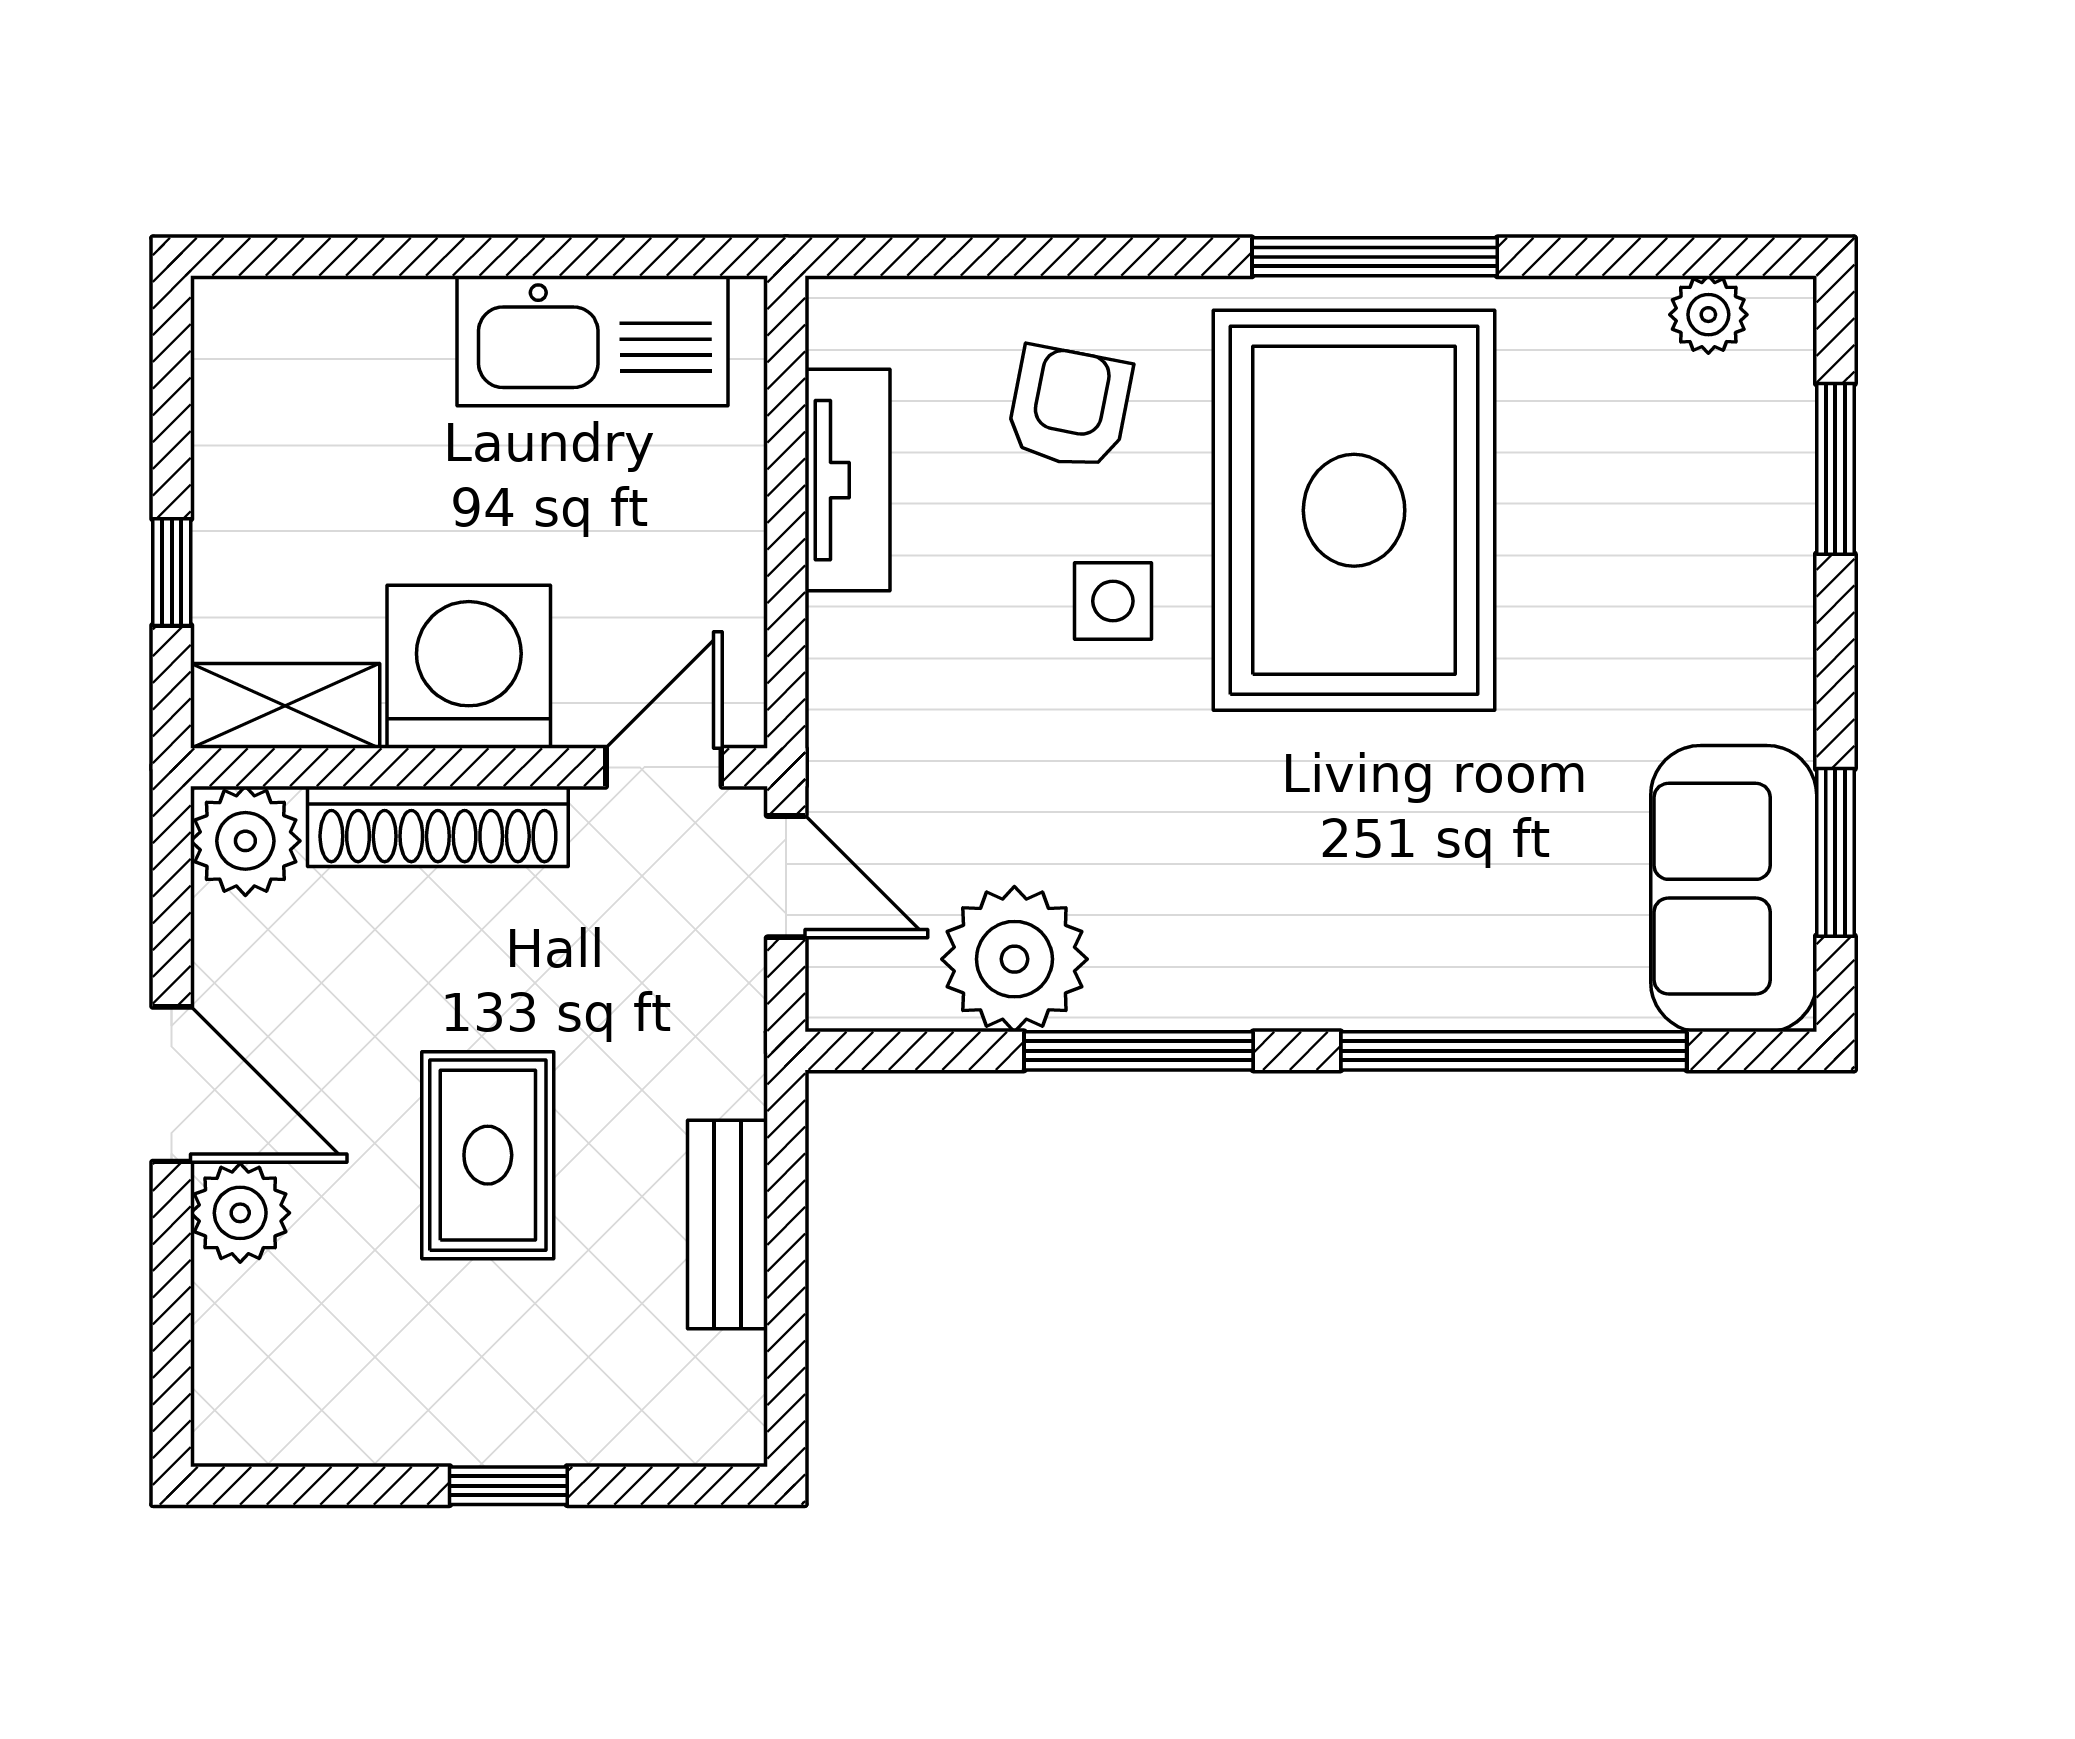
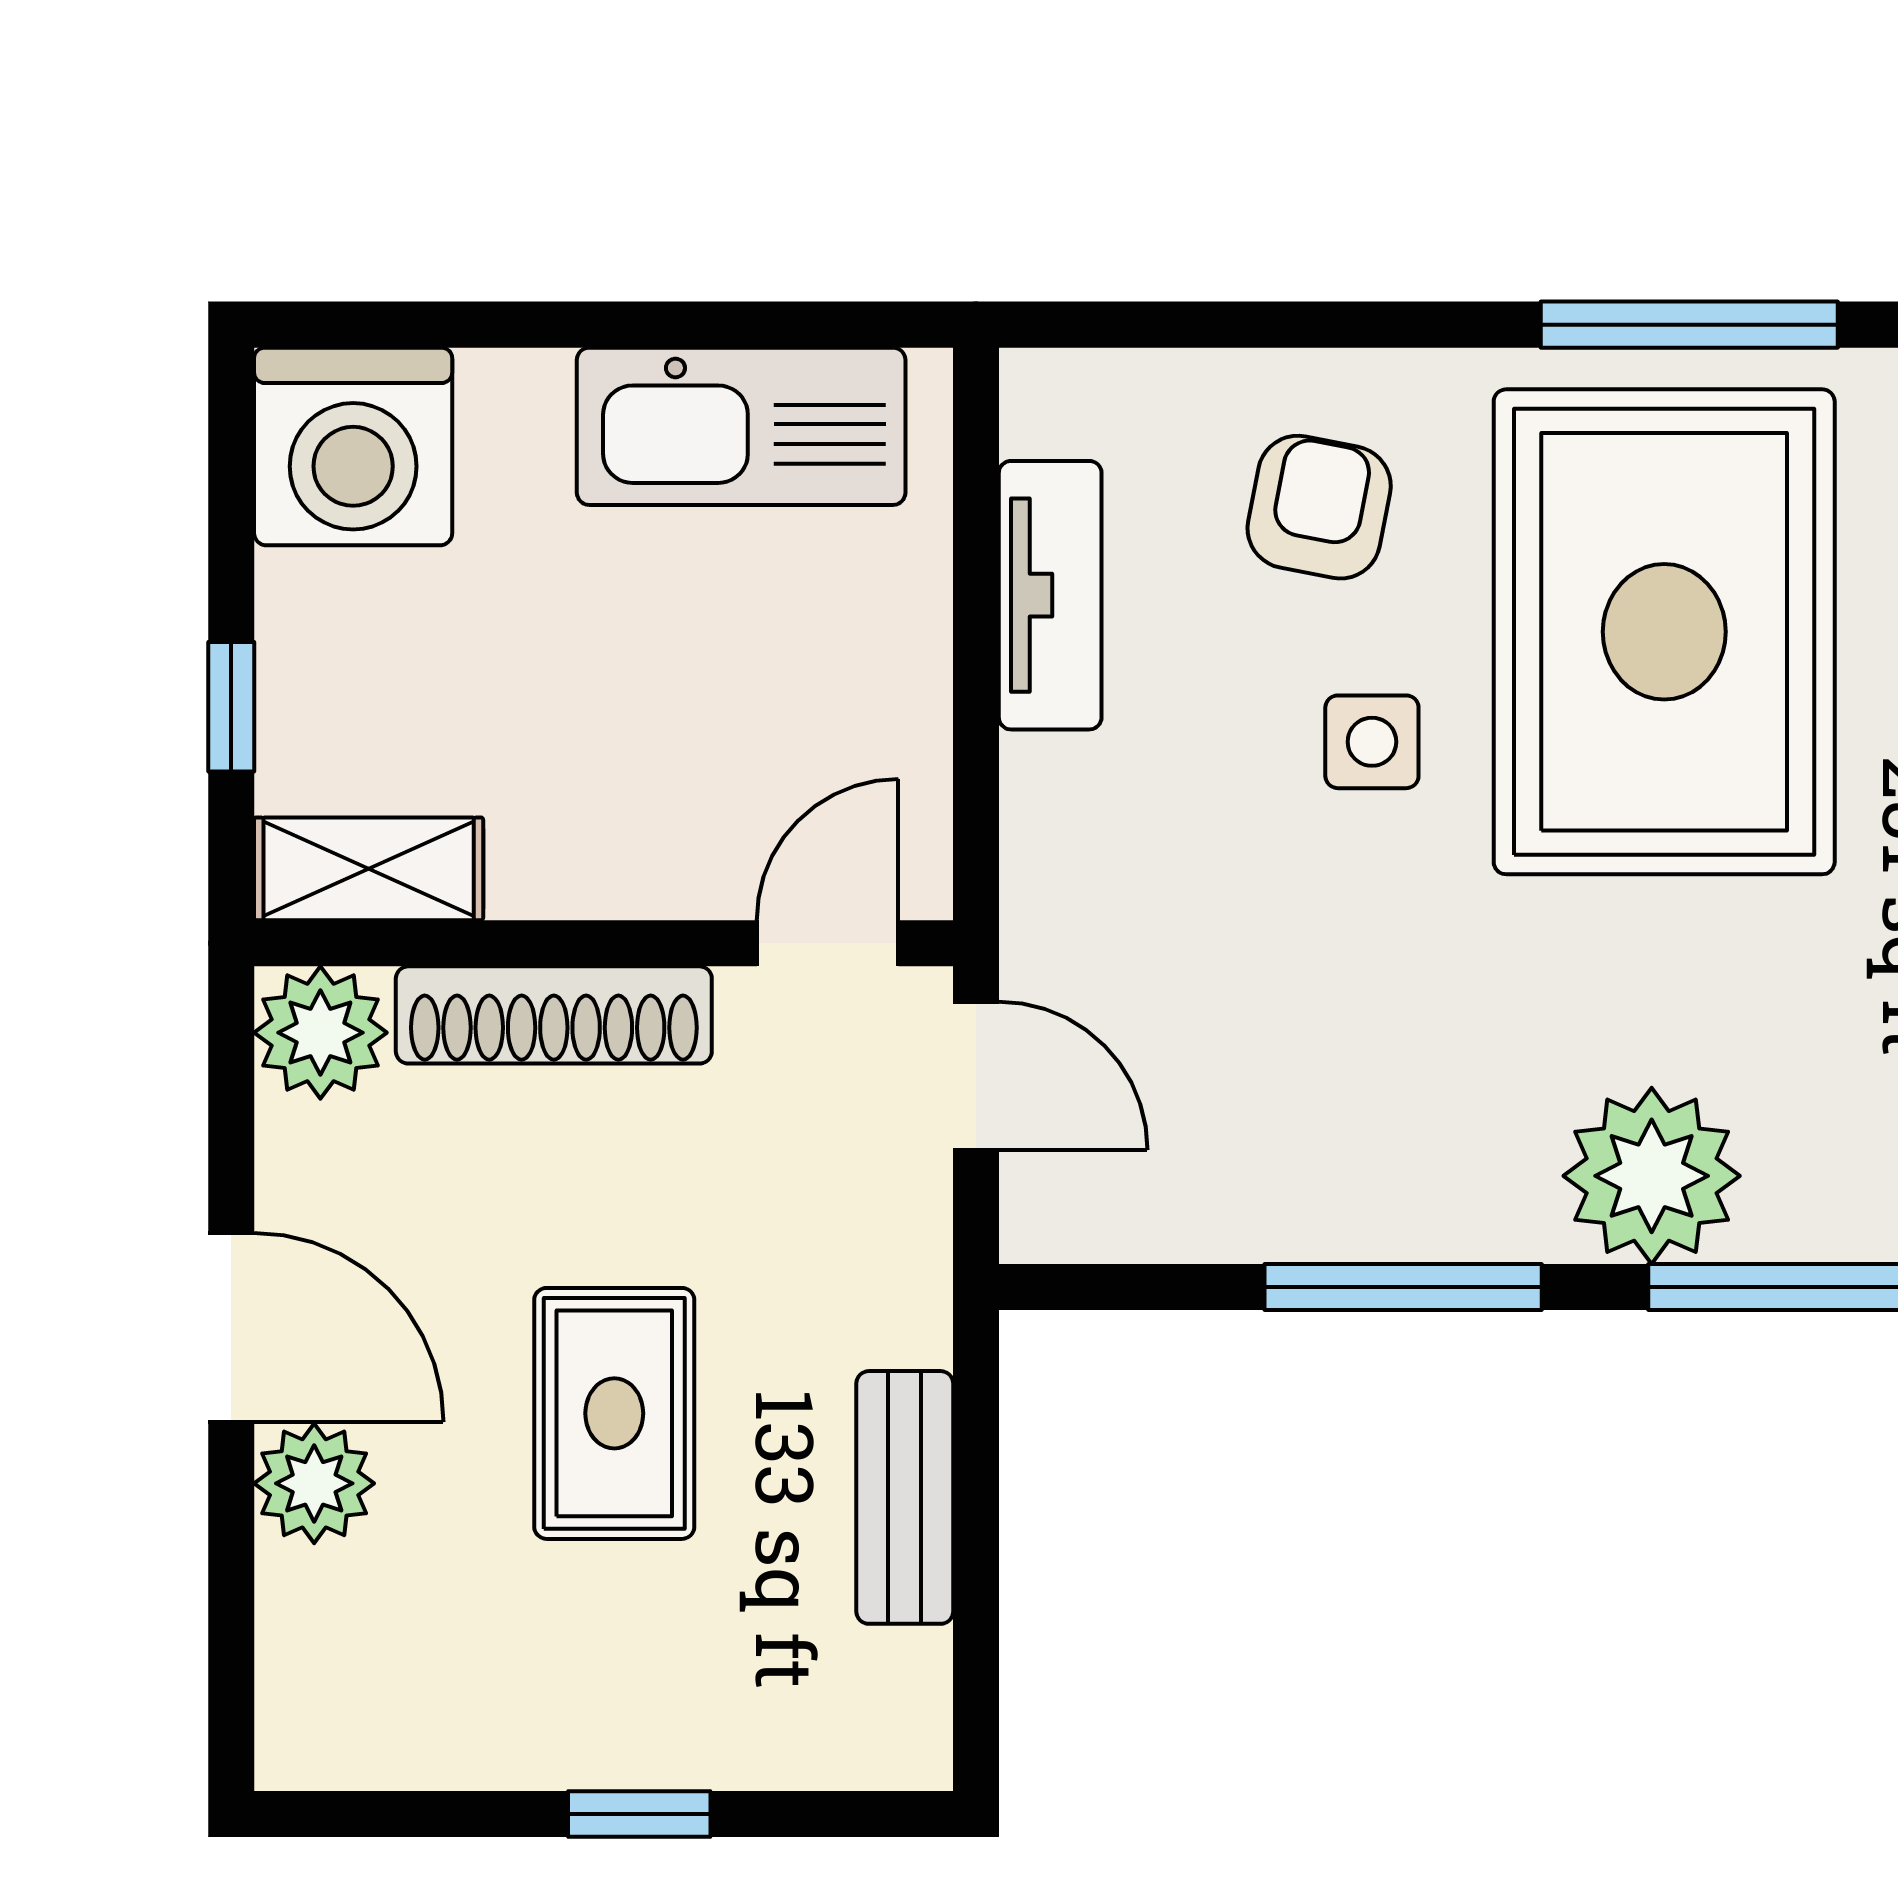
washing machine: (469, 667) -> (353, 446), moved, turned 180
plant: (1014, 959) -> (1652, 1176), moved

